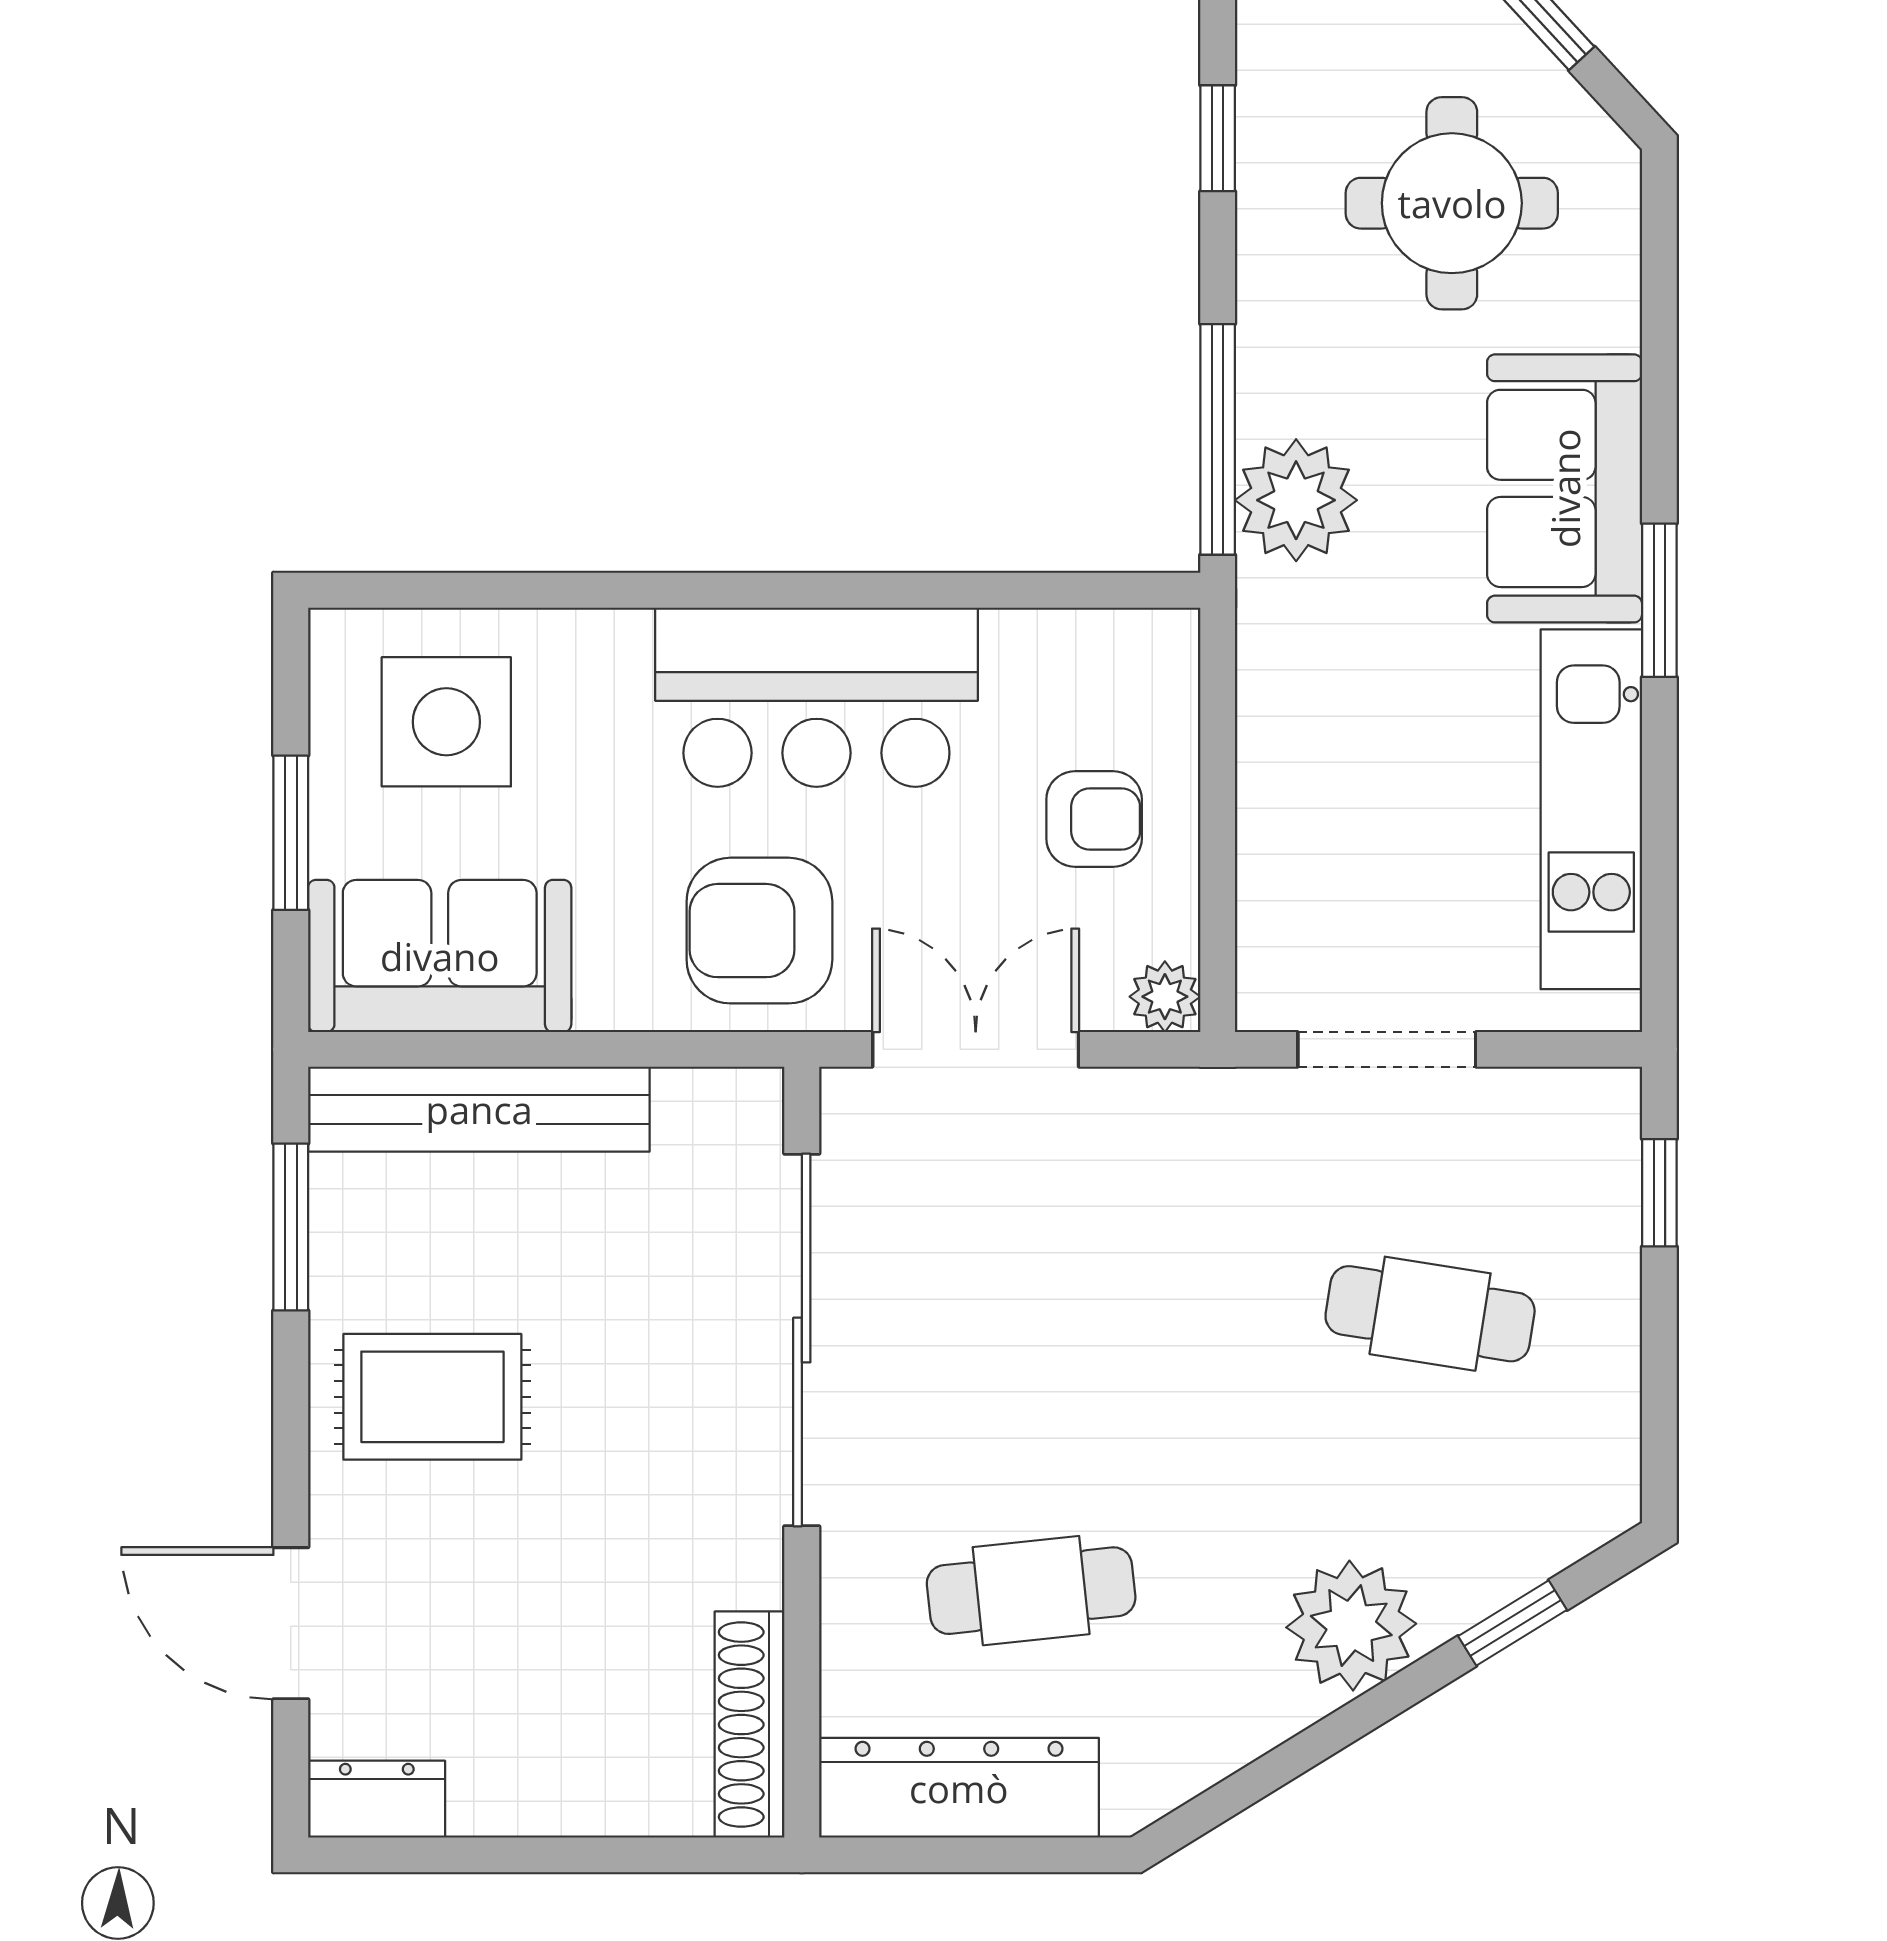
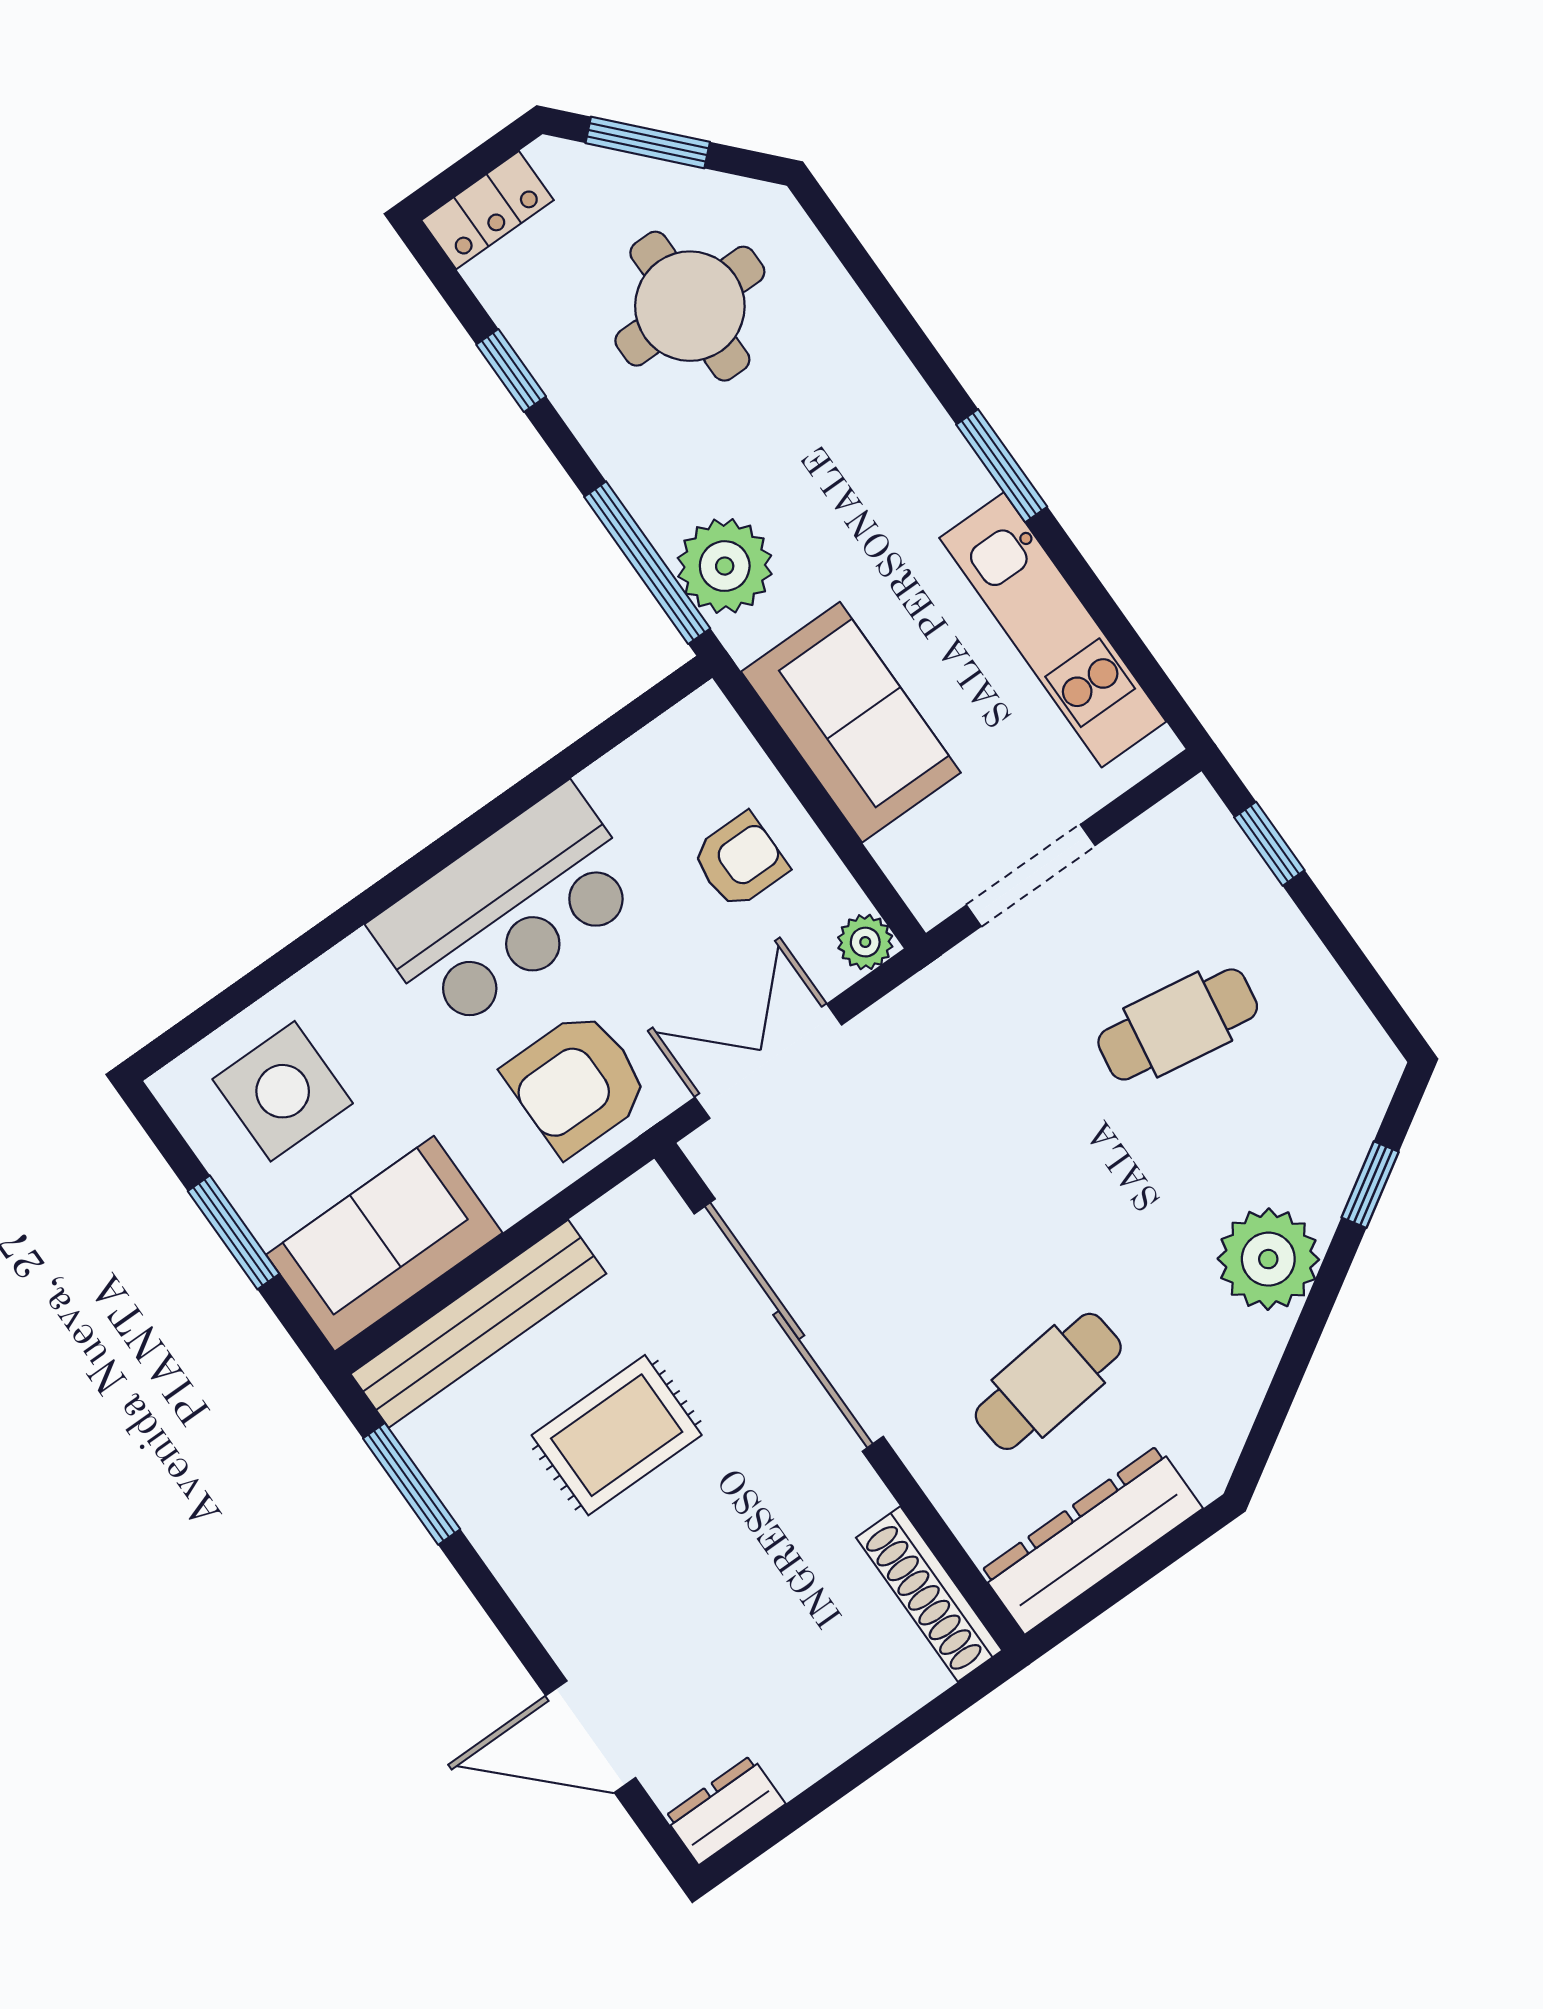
sofa: (1565, 488) -> (851, 722), moved, turned 180
rug: (432, 1397) -> (617, 1435), moved

